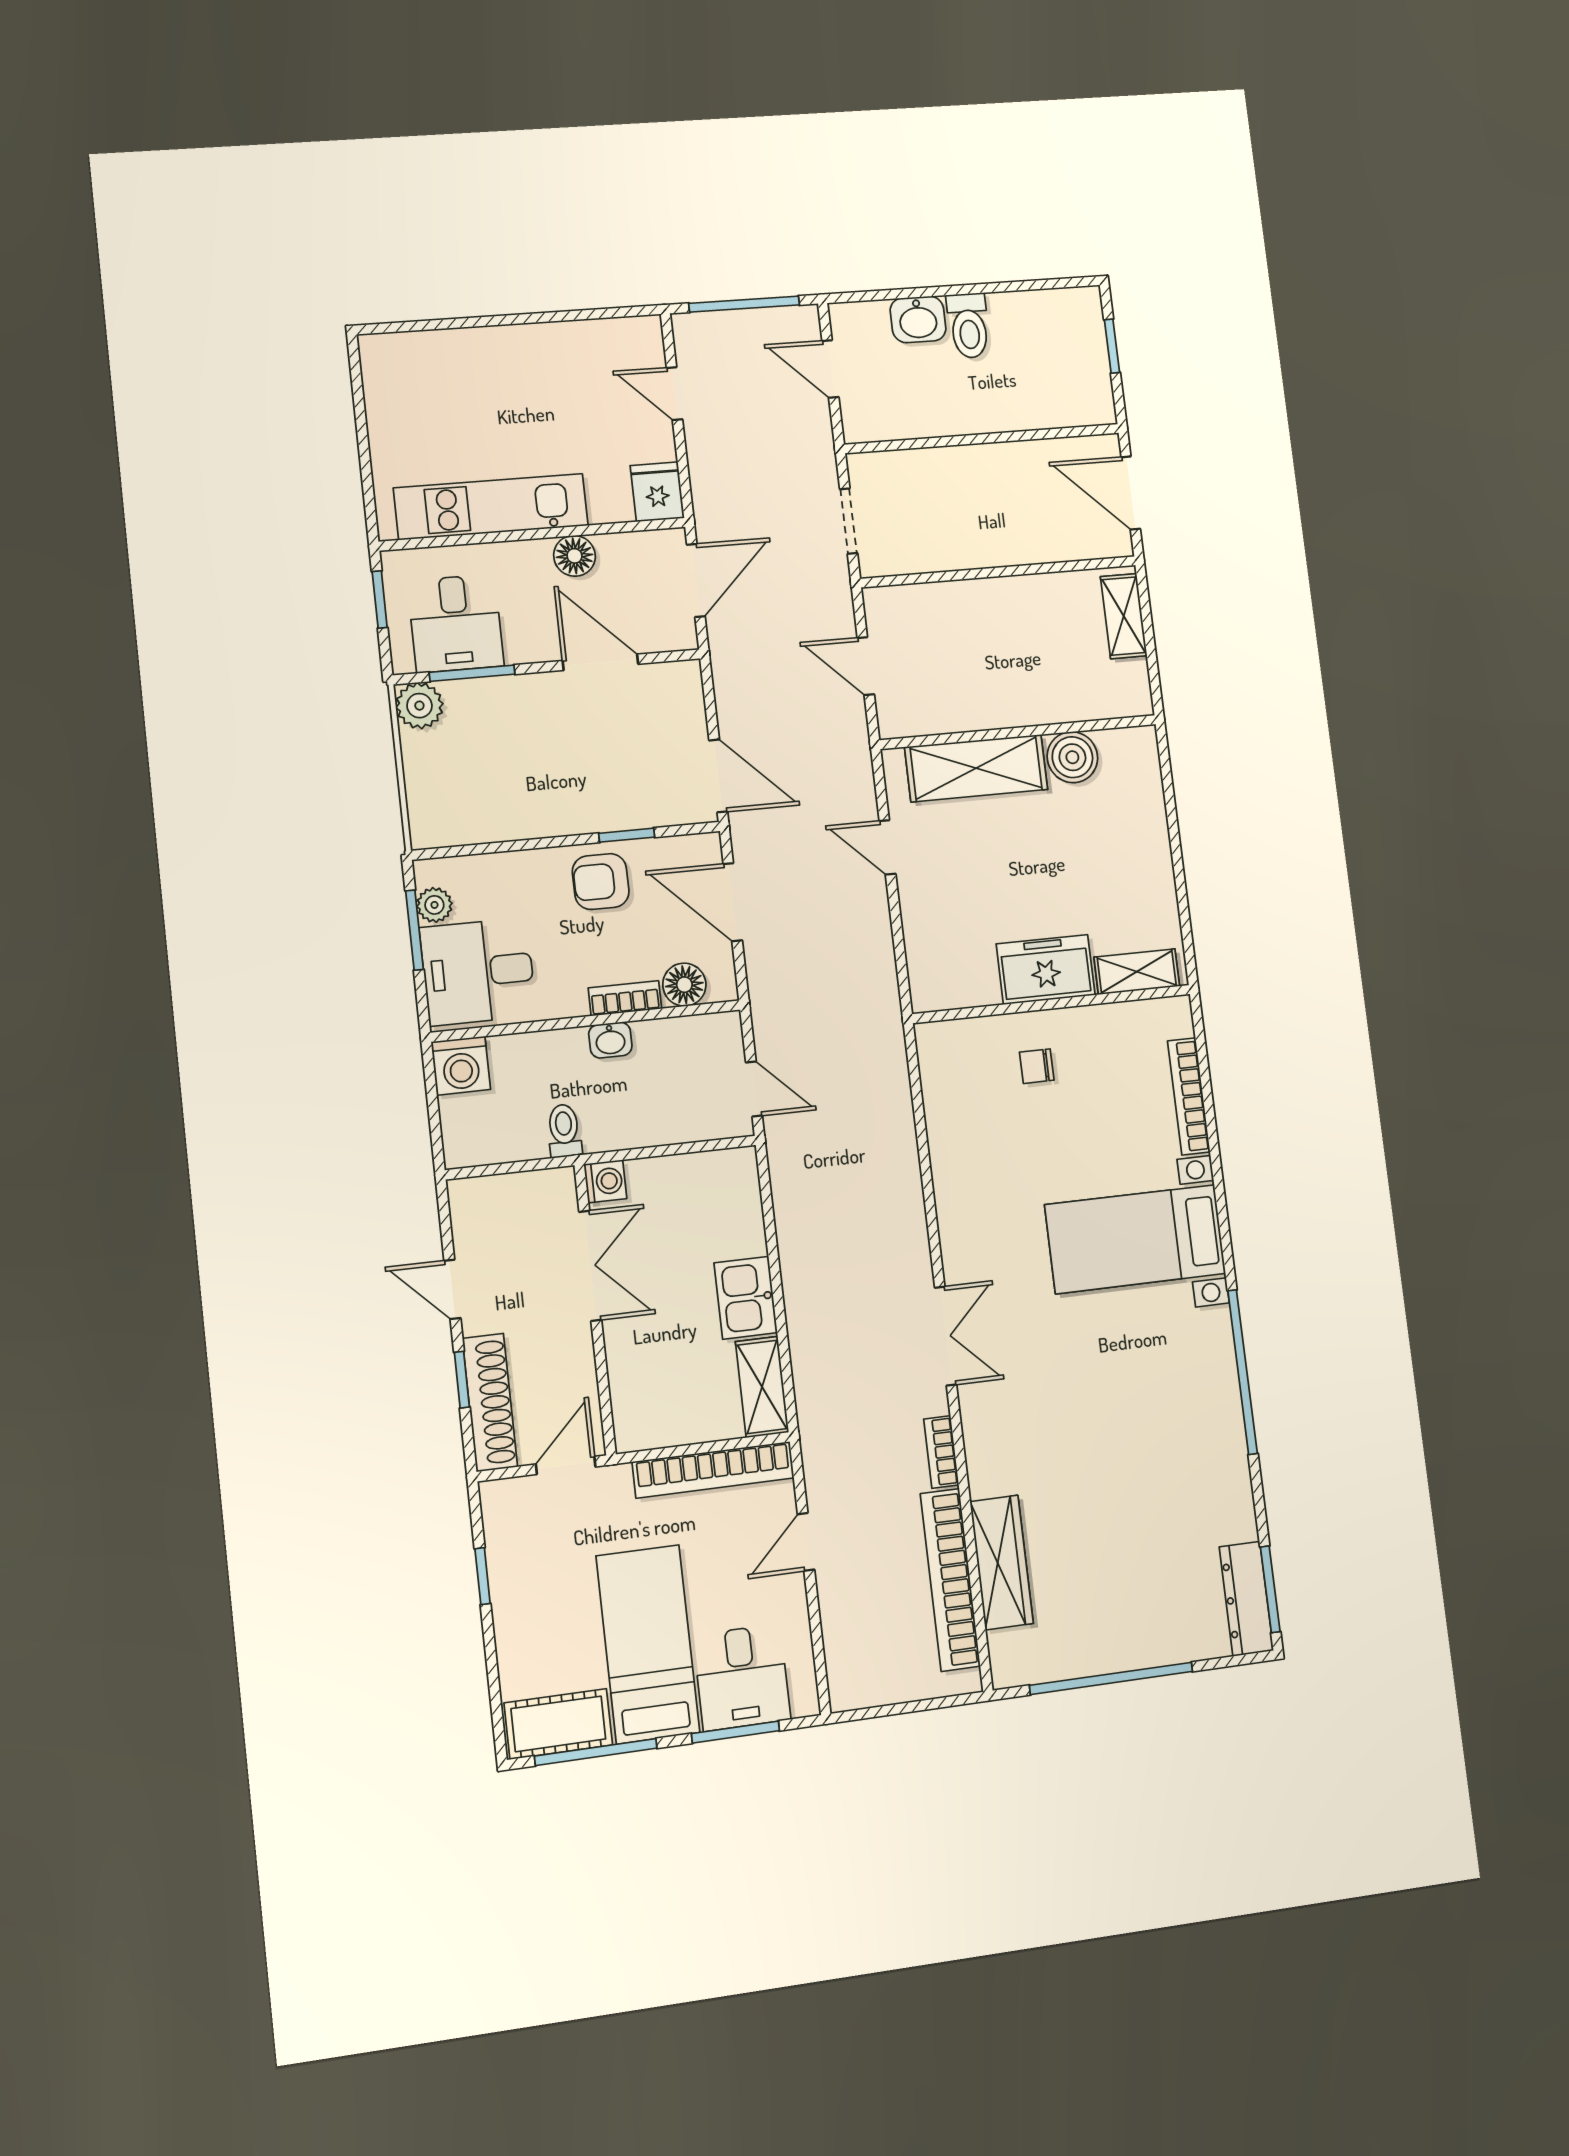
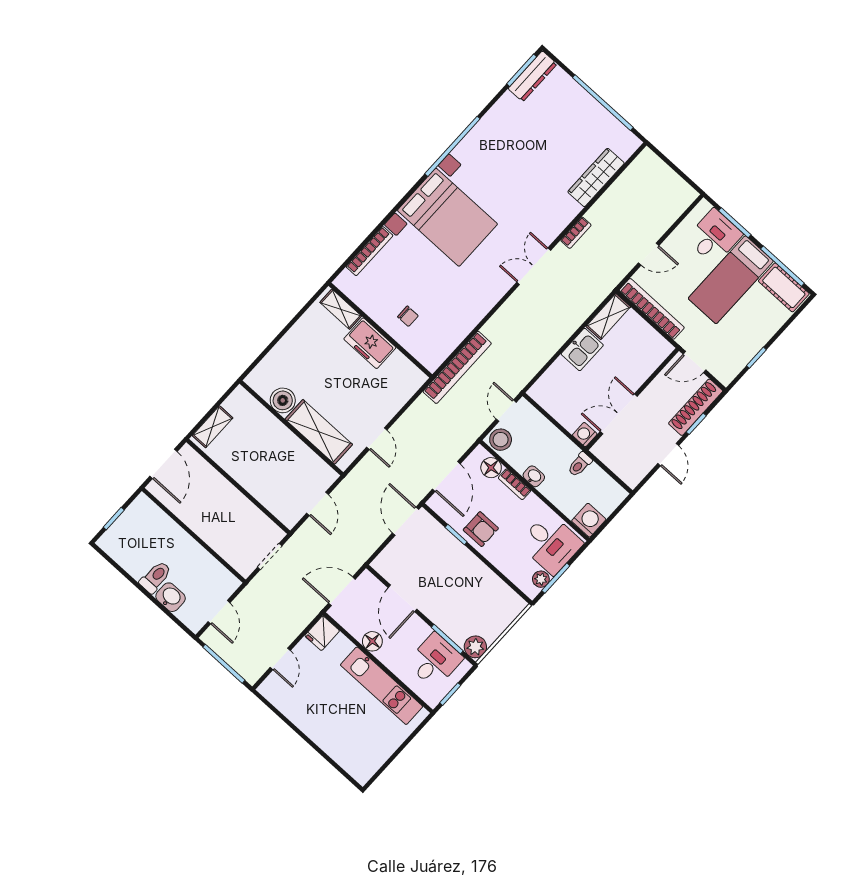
stool: (716, 1039) -> (501, 440), added
bed with nightstands: (1135, 1239) -> (447, 217), width x1.36
bookcase: (950, 1580) -> (457, 367), moved

